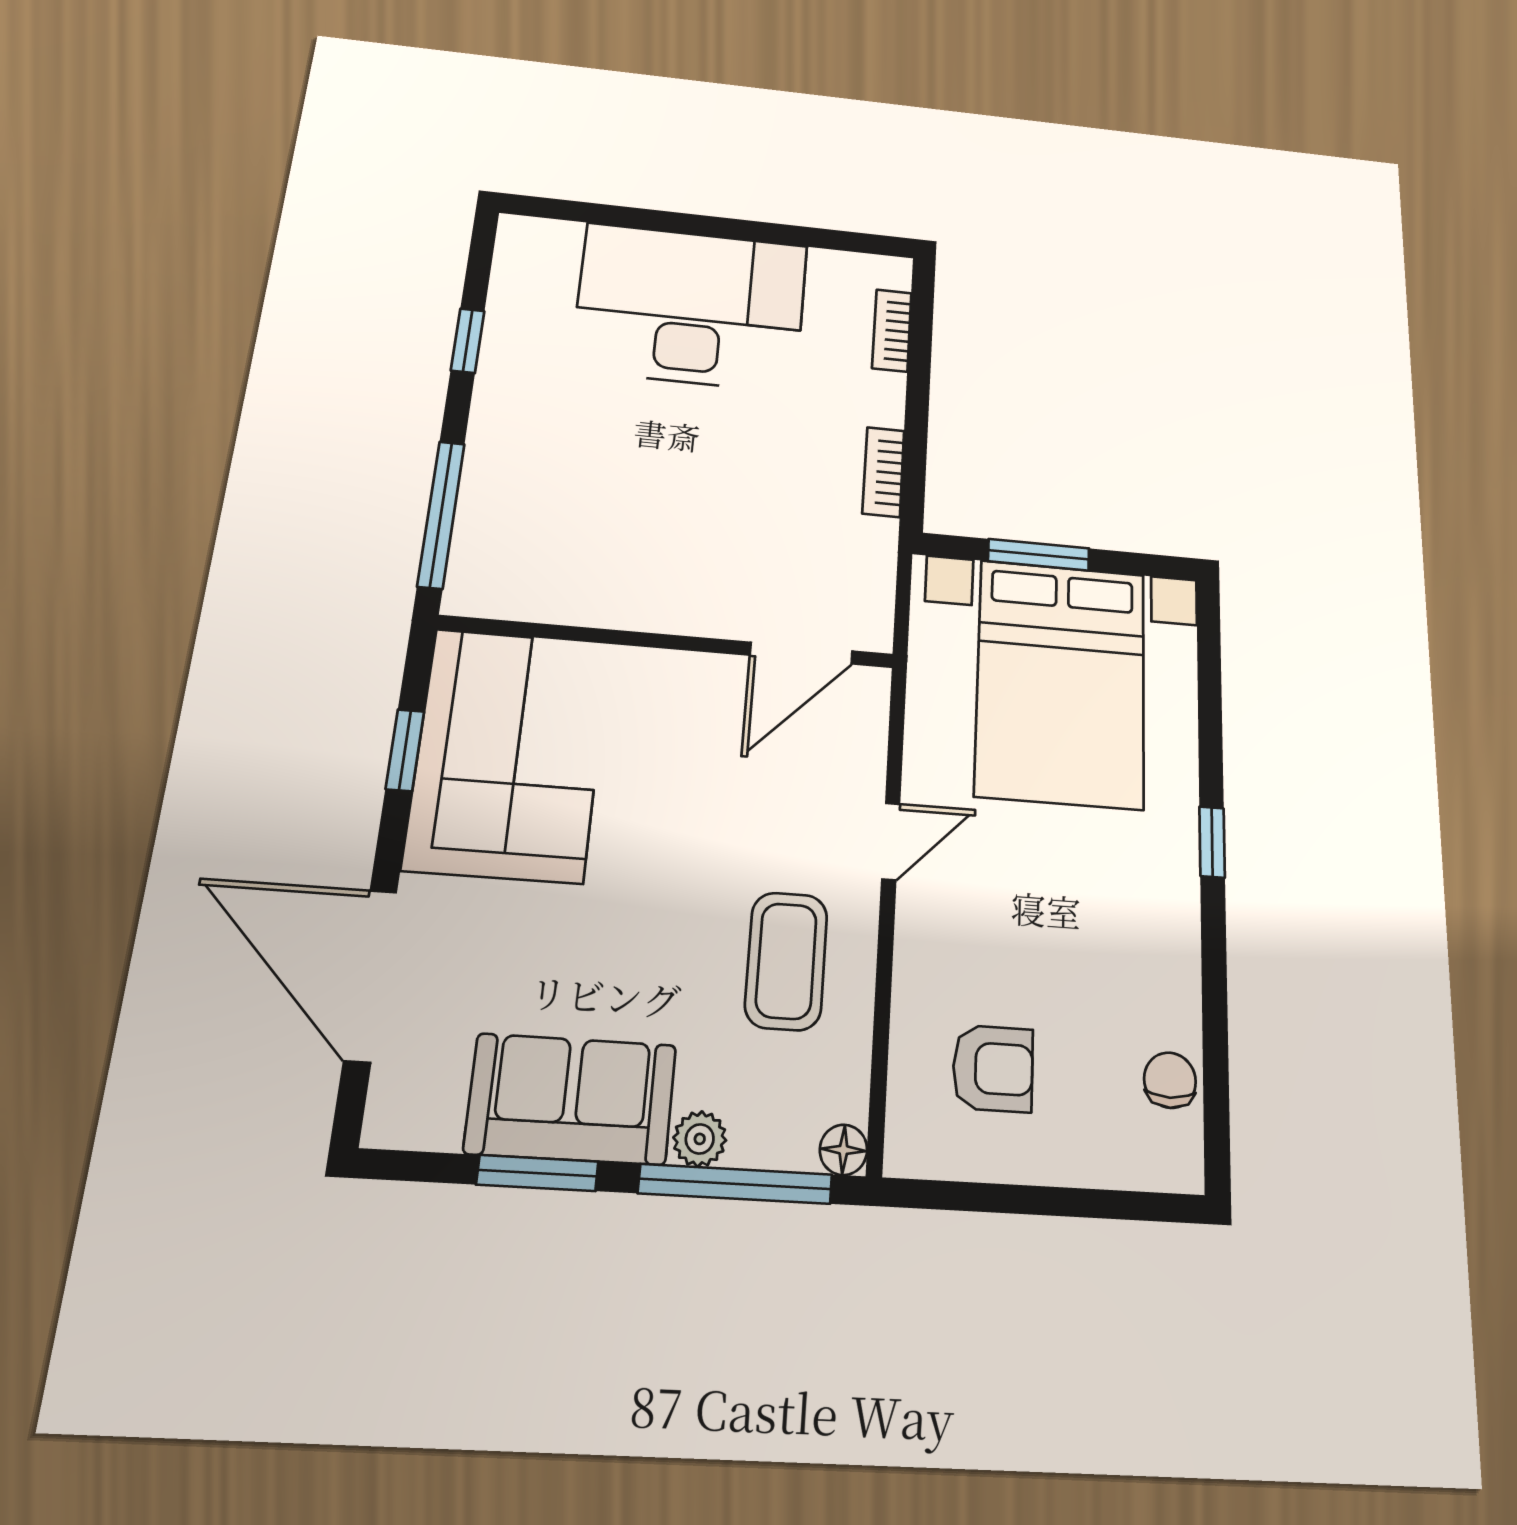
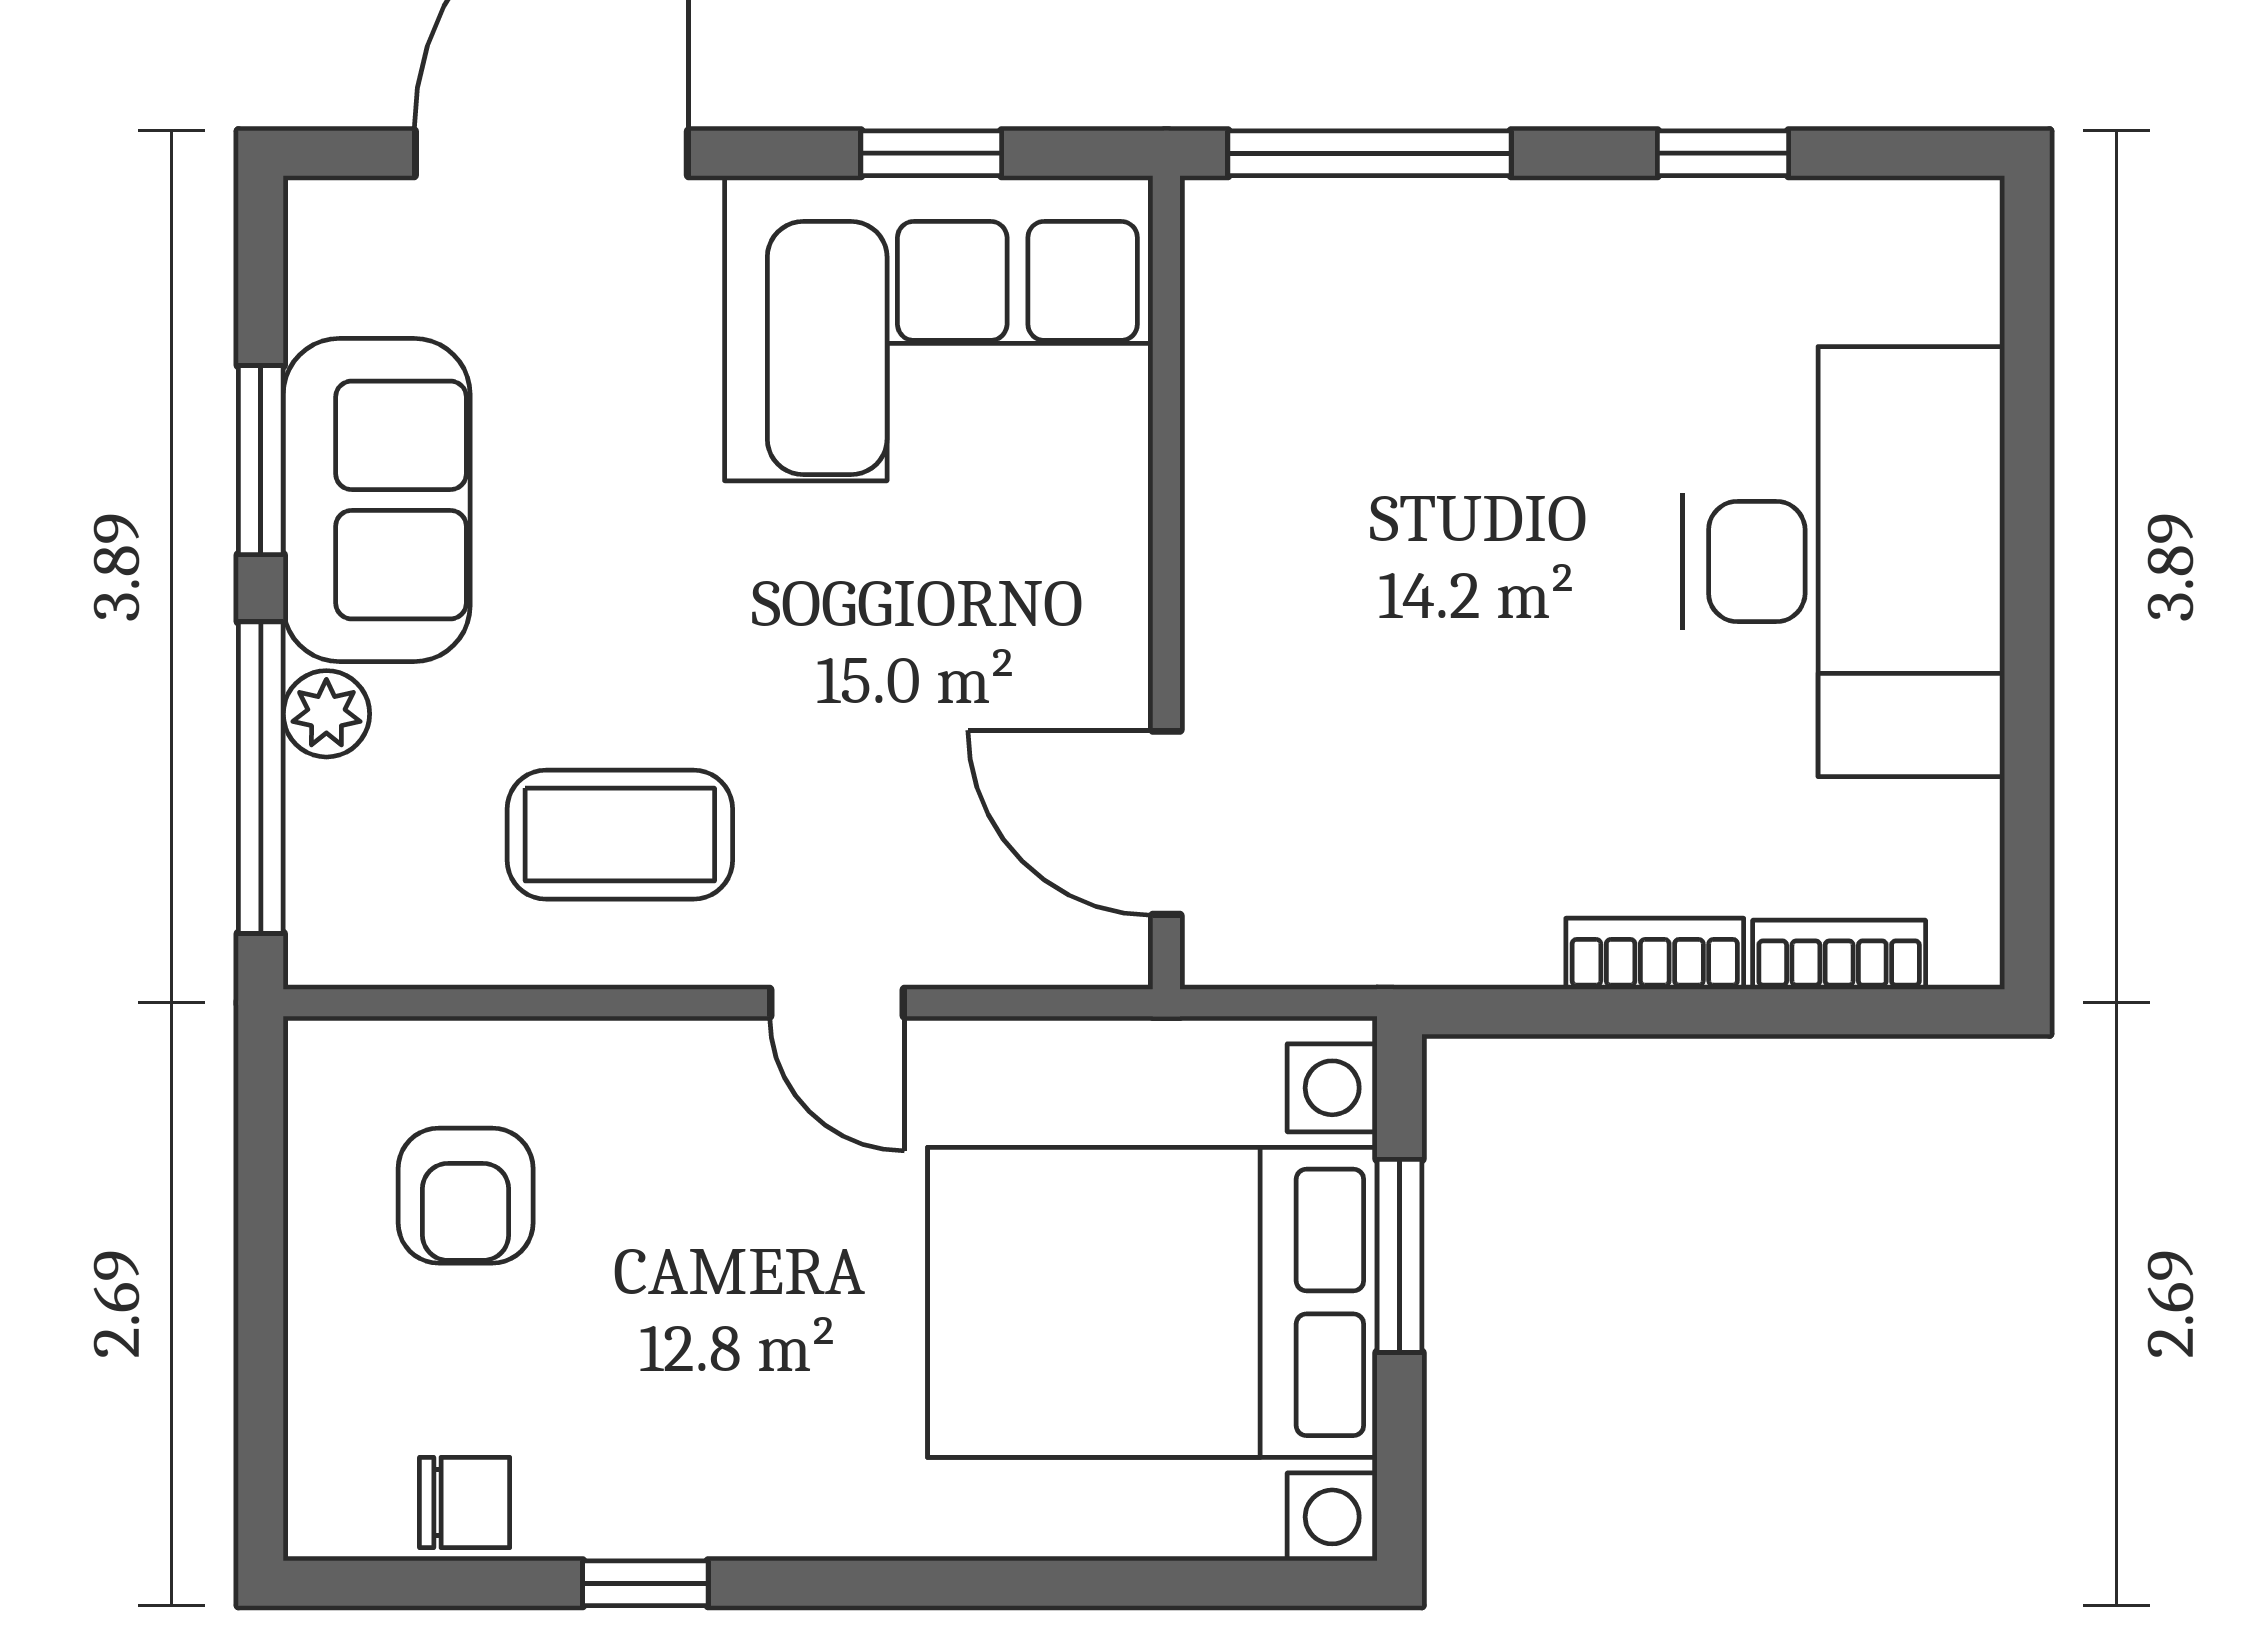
bookcase: (883, 472) -> (1655, 954), moved
window: (1212, 842) -> (645, 1583), moved
floor lamp: (843, 1150) -> (322, 950), removed

